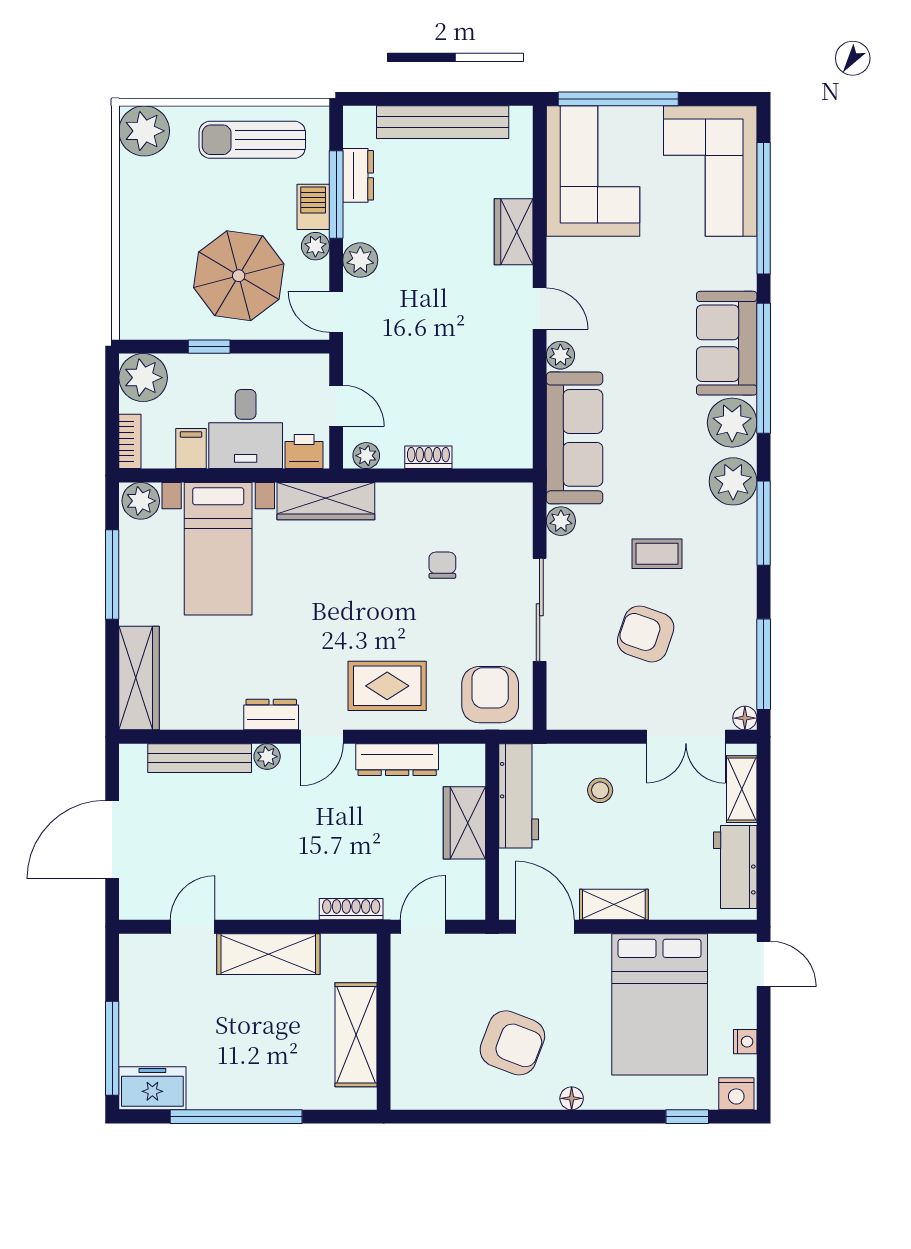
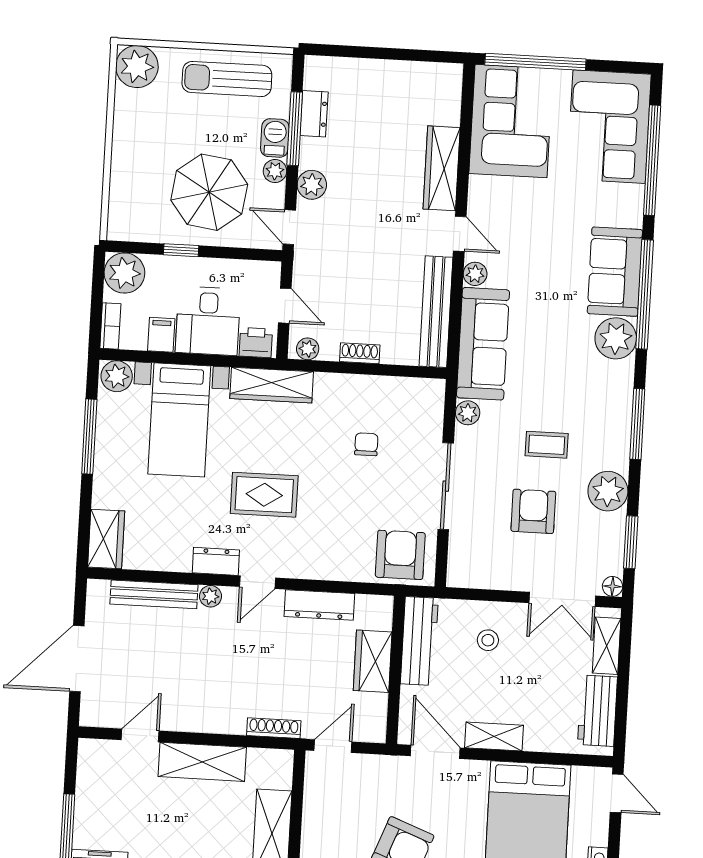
bench: (443, 122) -> (436, 312), moved, turned 90
wardrobe: (514, 232) -> (442, 168), width x1.50
plant: (733, 481) -> (608, 491), moved
armchair: (646, 634) -> (533, 511), turned 71
window: (764, 664) -> (631, 542), width x0.69
wardrobe: (139, 678) -> (106, 539), width x0.67
rug: (387, 686) -> (264, 495), moved

